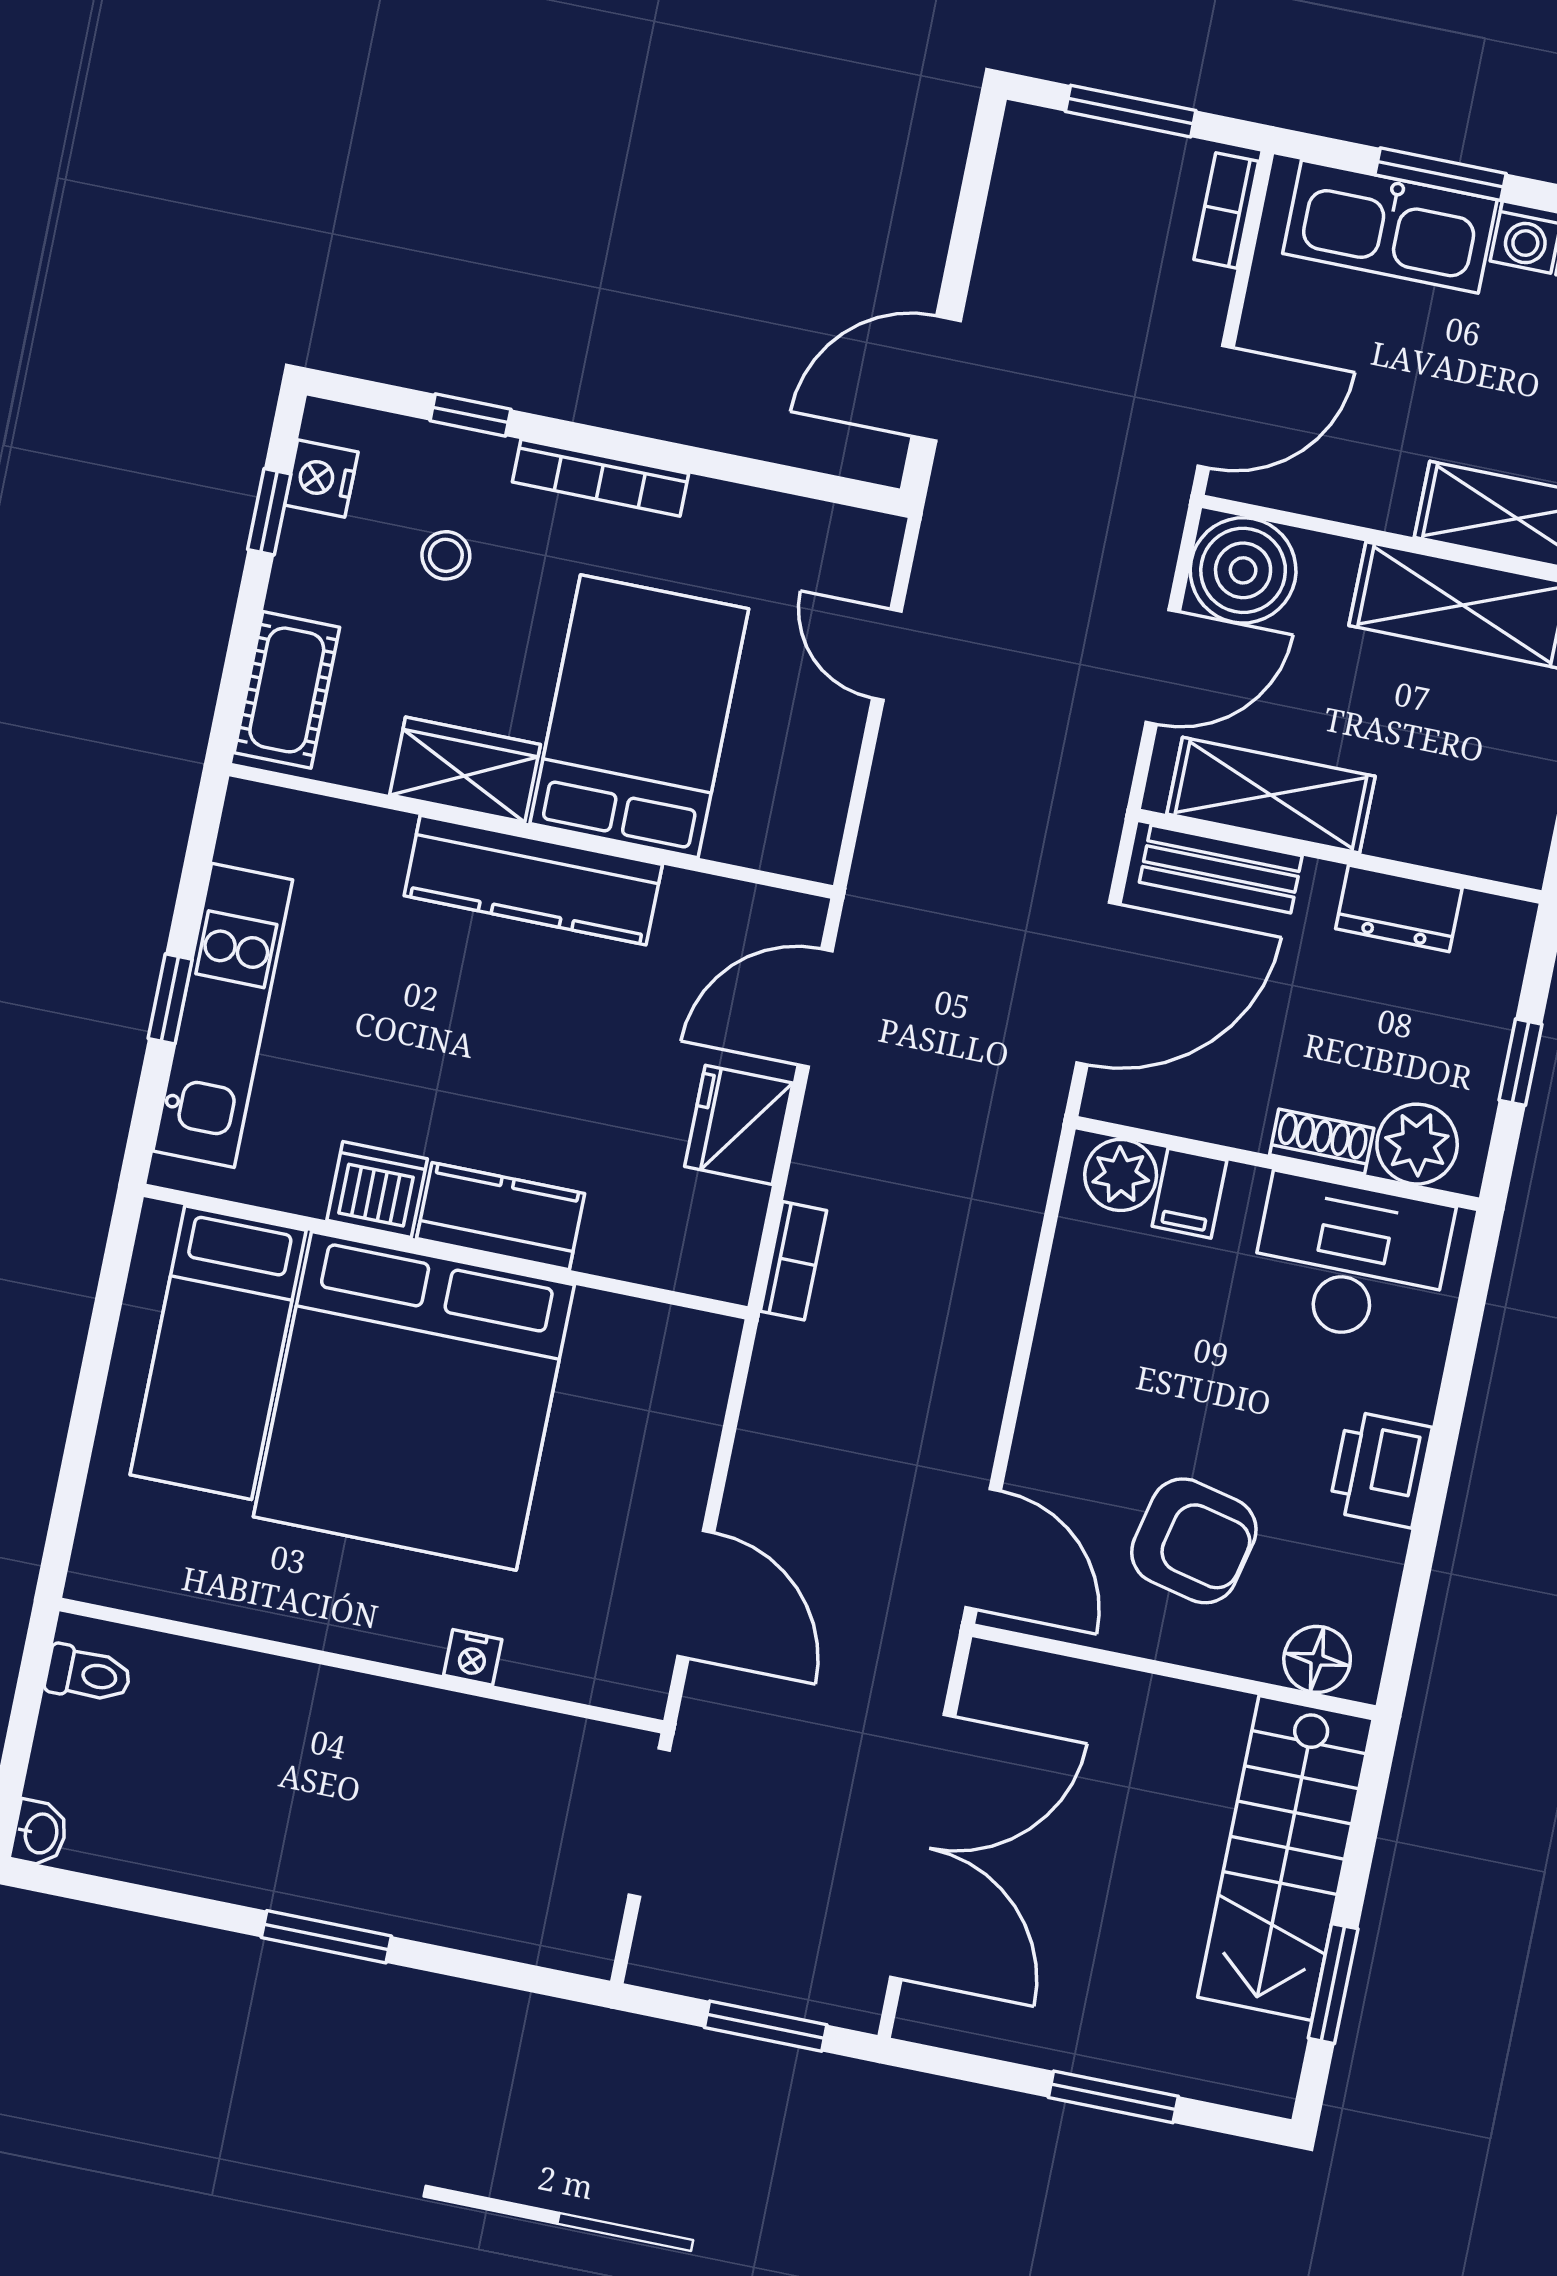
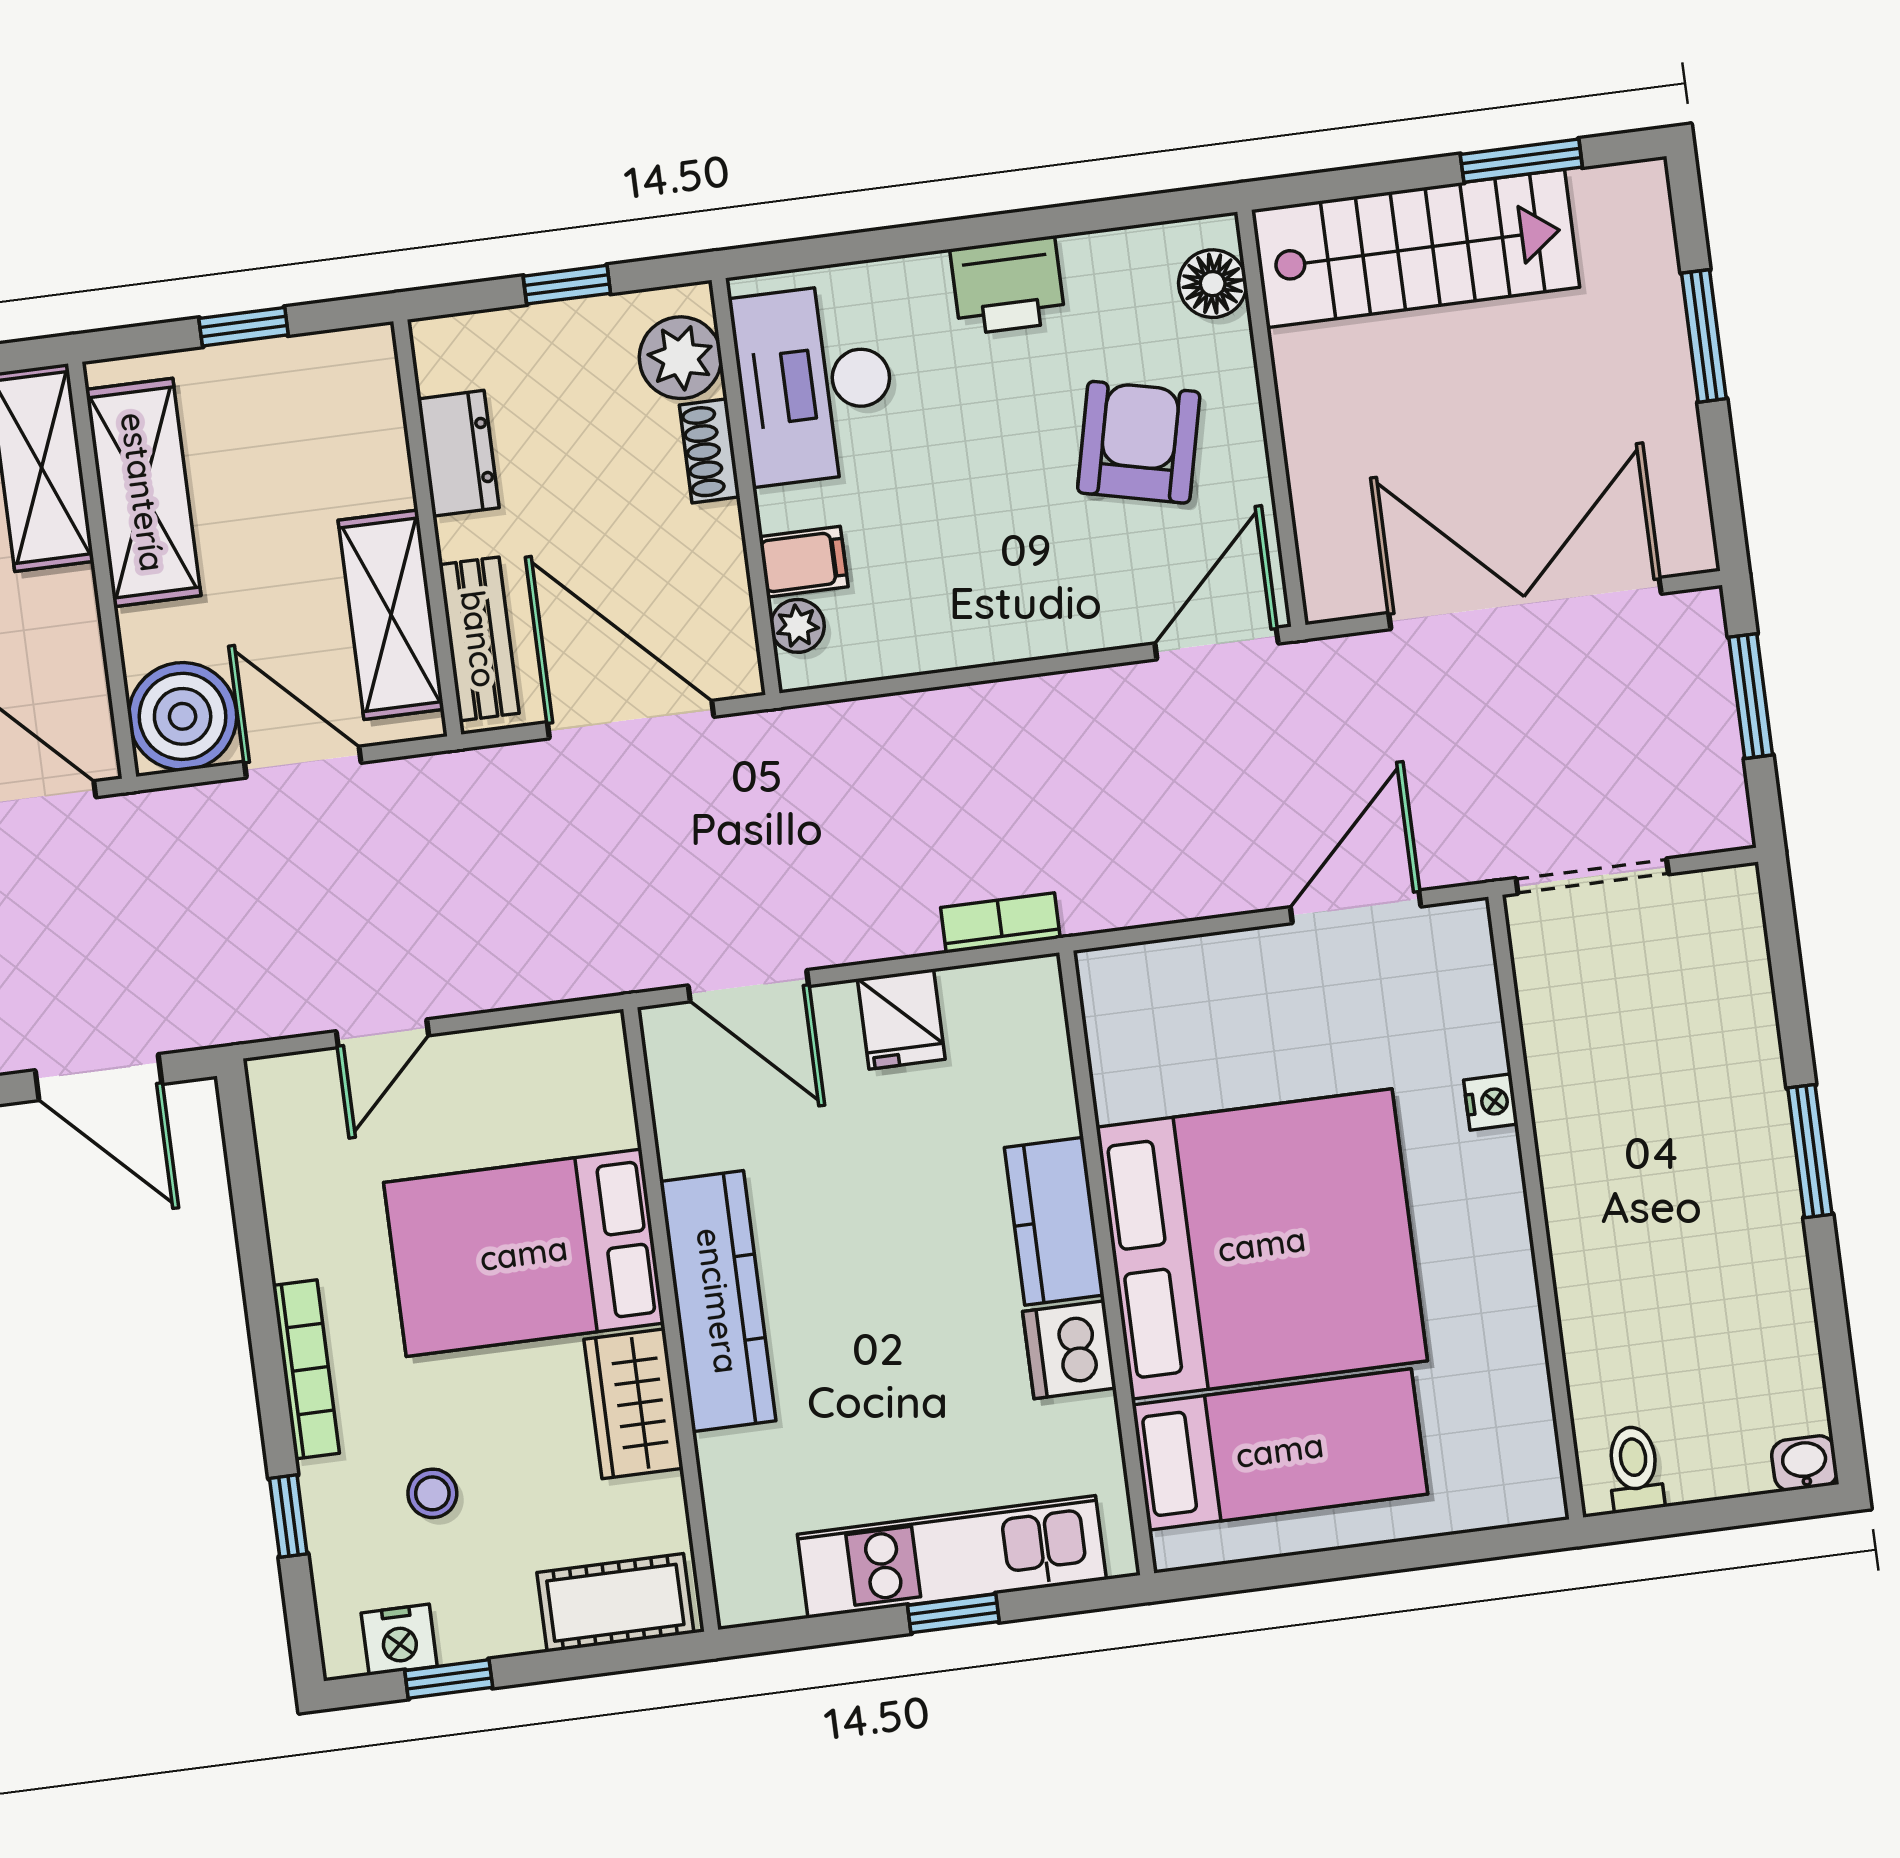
fridge: (739, 1125) -> (901, 1019), width x0.72
plant: (1121, 1175) -> (798, 626), width x0.73, depth x0.73

